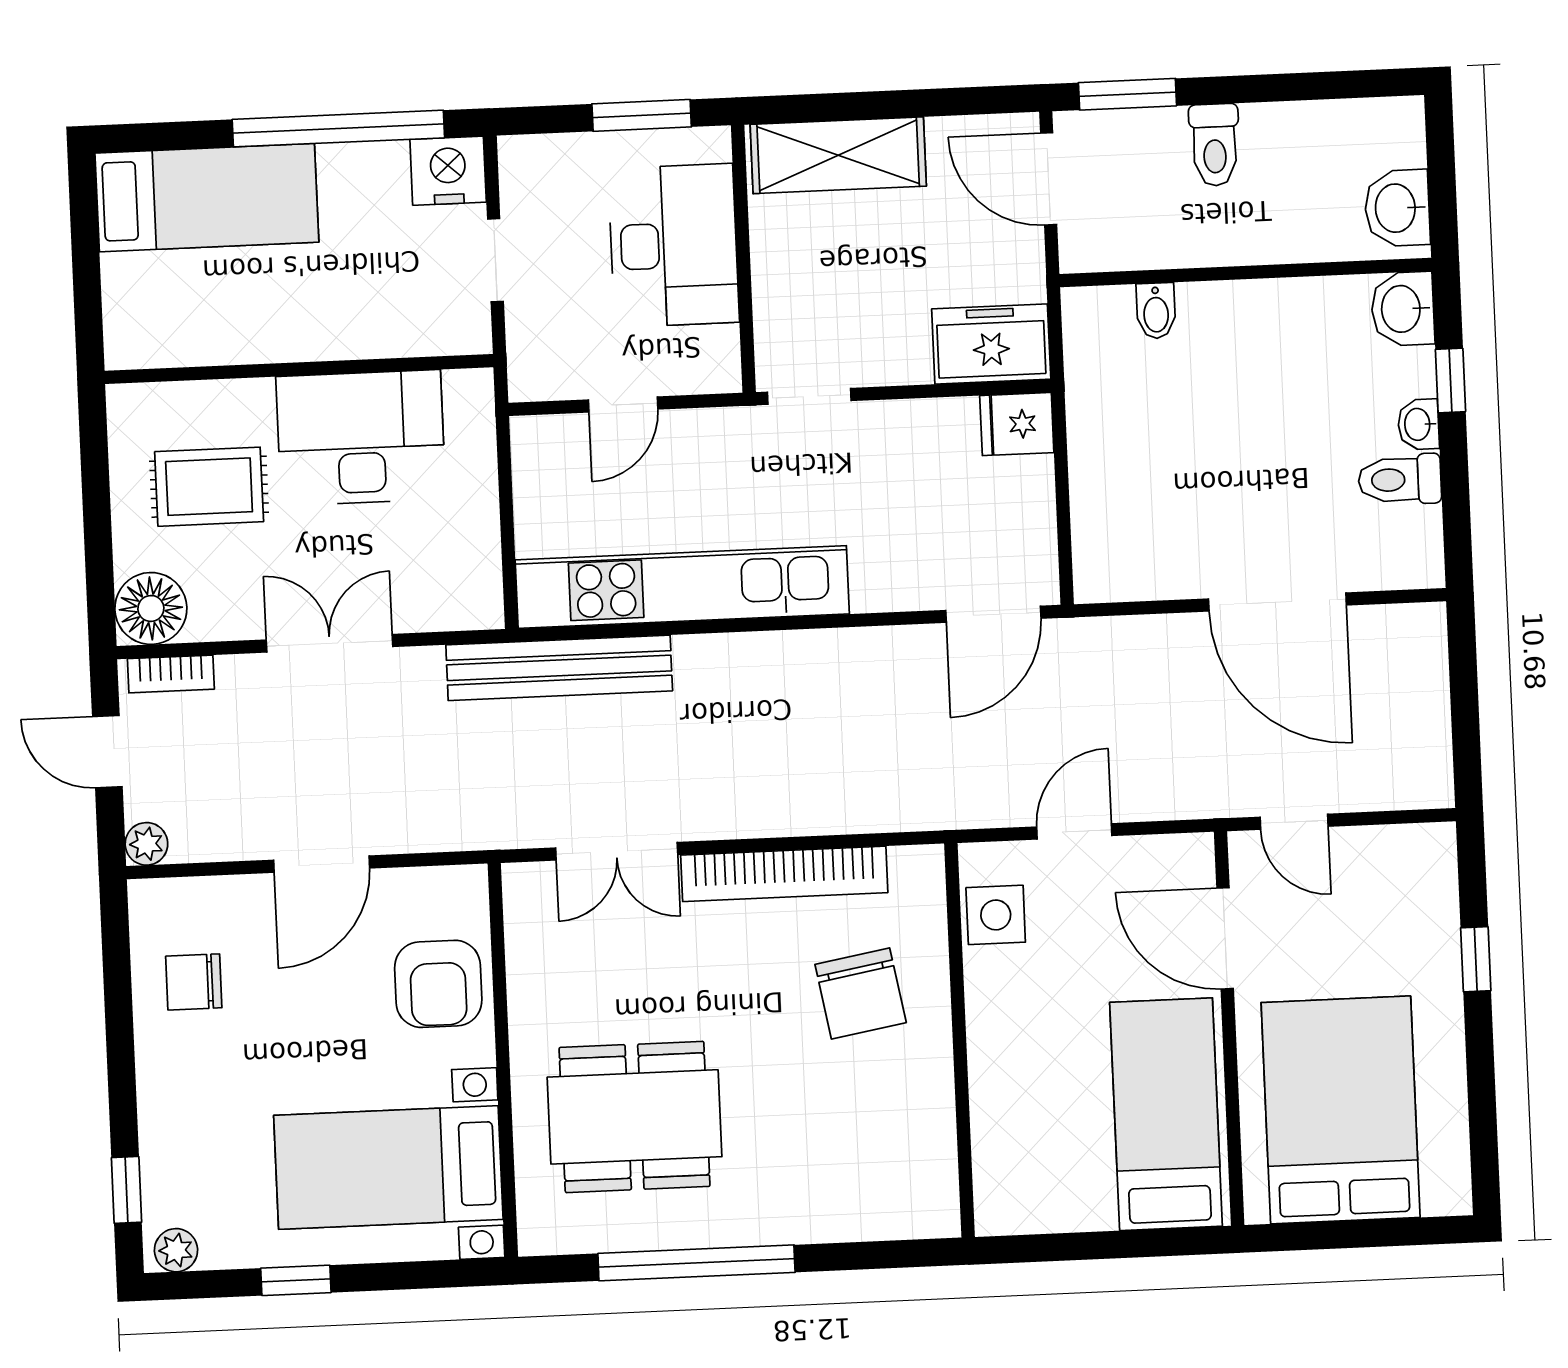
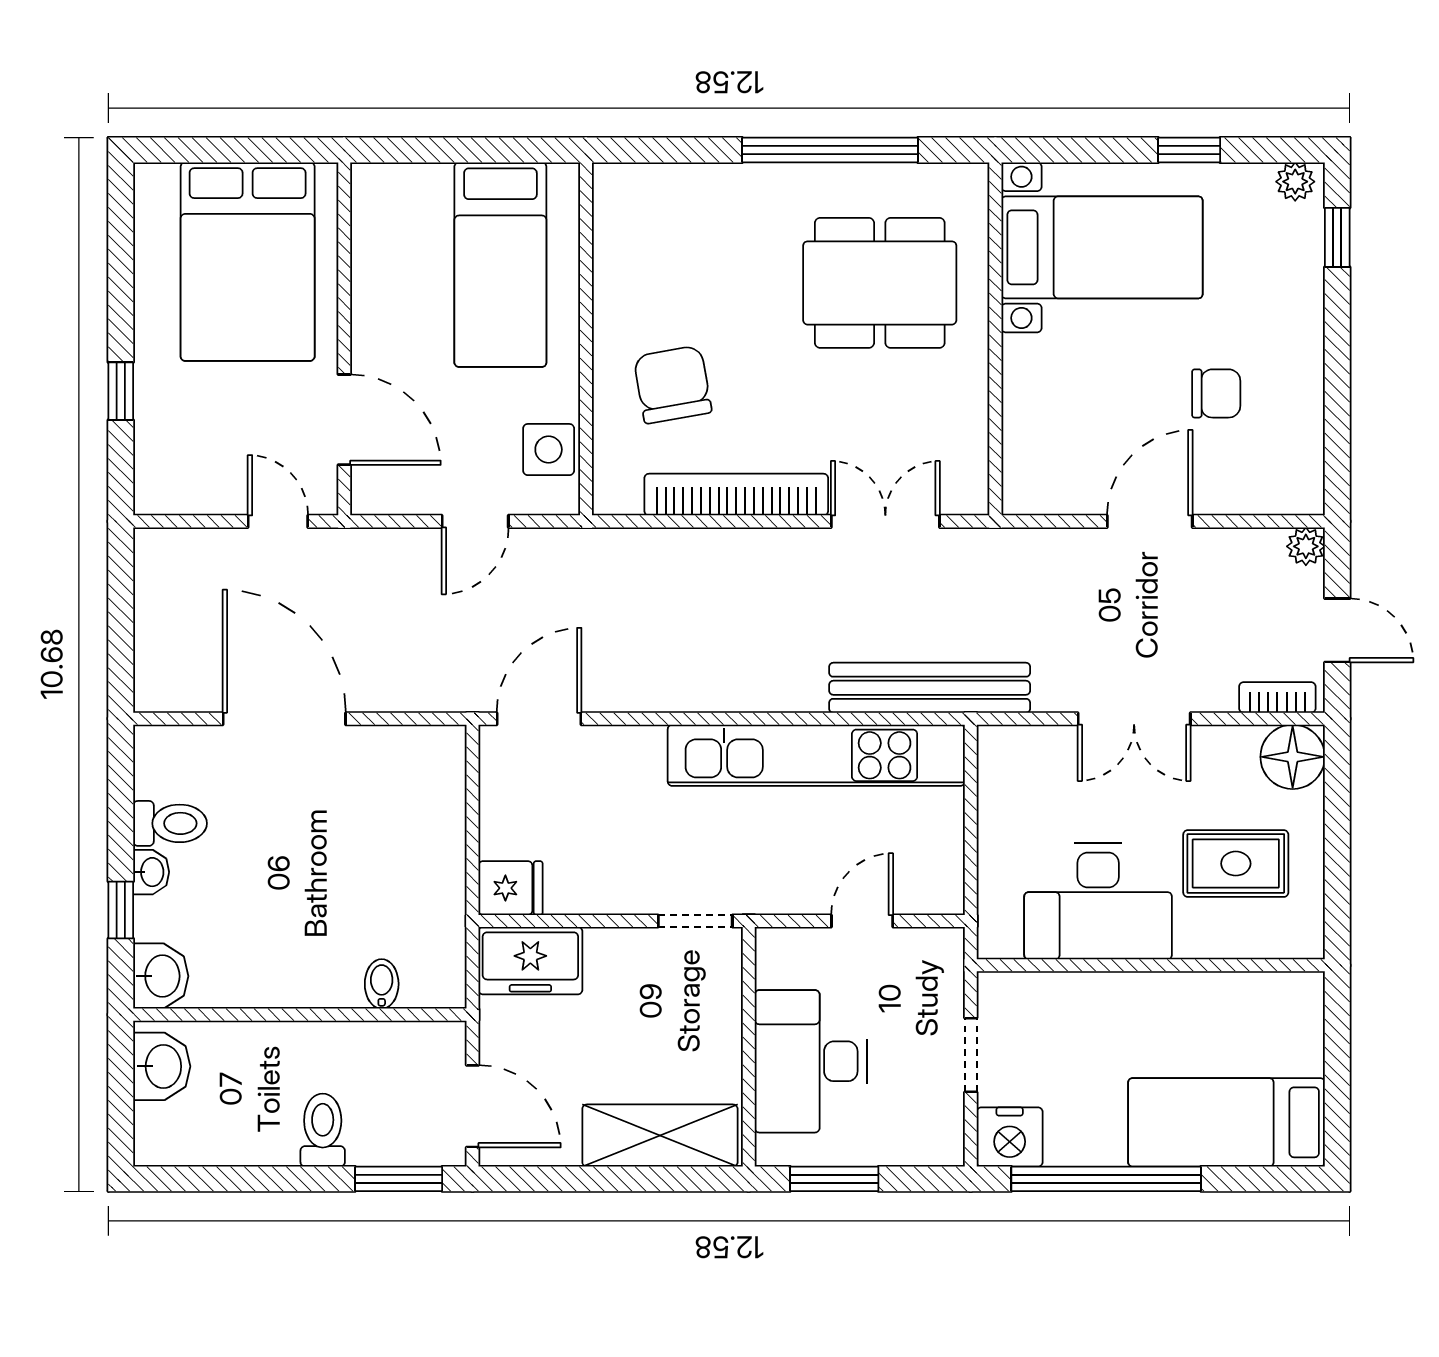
chair: (194, 982) -> (1216, 393), moved
armchair: (438, 984) -> (1050, 410), removed
bed: (1166, 1114) -> (500, 265), moved

